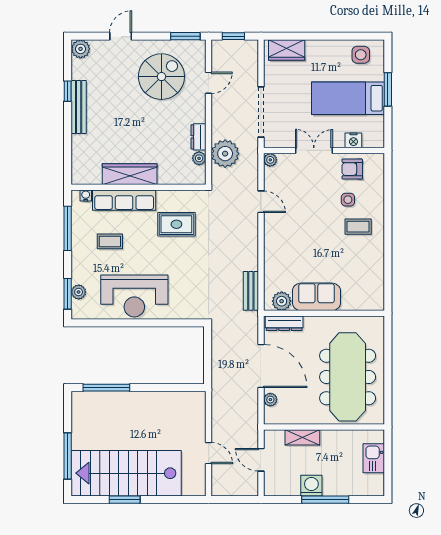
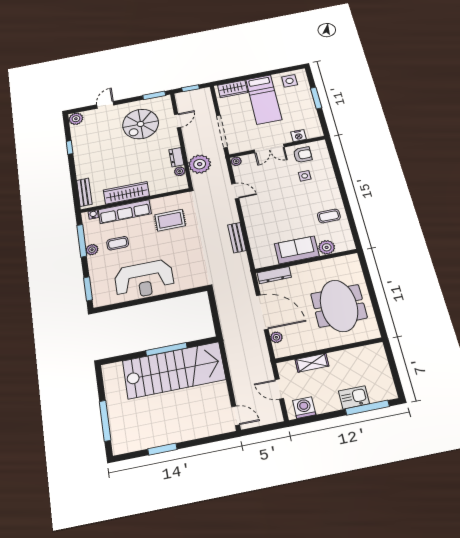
spiral stairs: (161, 77) -> (141, 124), turned 180
bed: (348, 98) -> (264, 99), moved, turned -90
bench: (79, 107) -> (84, 192), moved, width x0.73
double door: (314, 151) -> (269, 148), swing flipped
armchair: (352, 169) -> (303, 155), turned 180
coffee table: (358, 227) -> (329, 216), moved
bench: (251, 291) -> (237, 238), moved
plant: (79, 292) -> (92, 250), moved
plant: (282, 301) -> (327, 247), moved
meeting table: (348, 377) -> (339, 306), width x0.73
window: (106, 388) -> (166, 349), moved
door: (209, 453) -> (236, 416), moved
kitchen sink: (374, 458) -> (354, 397), moved, turned 90
stairs: (126, 473) -> (174, 370), moved, turned 180
washing machine: (311, 486) -> (304, 408), moved
window: (325, 500) -> (367, 408), moved

